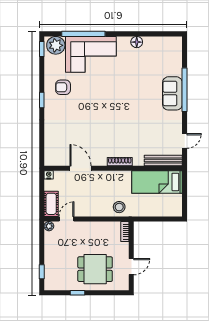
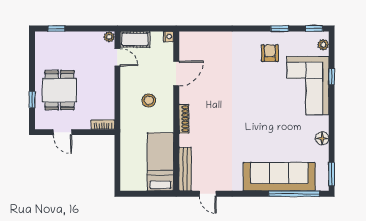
window: (83, 34) -> (332, 77), width x0.32
window: (168, 34) -> (332, 174), added
plant: (56, 45) -> (323, 45), width x0.53, depth x0.53
window: (185, 90) -> (294, 194), moved
sofa: (172, 93) -> (279, 177), width x1.85, depth x1.27
window: (42, 100) -> (280, 29), moved
stool: (119, 207) -> (149, 100), moved
window: (78, 293) -> (32, 100), moved

